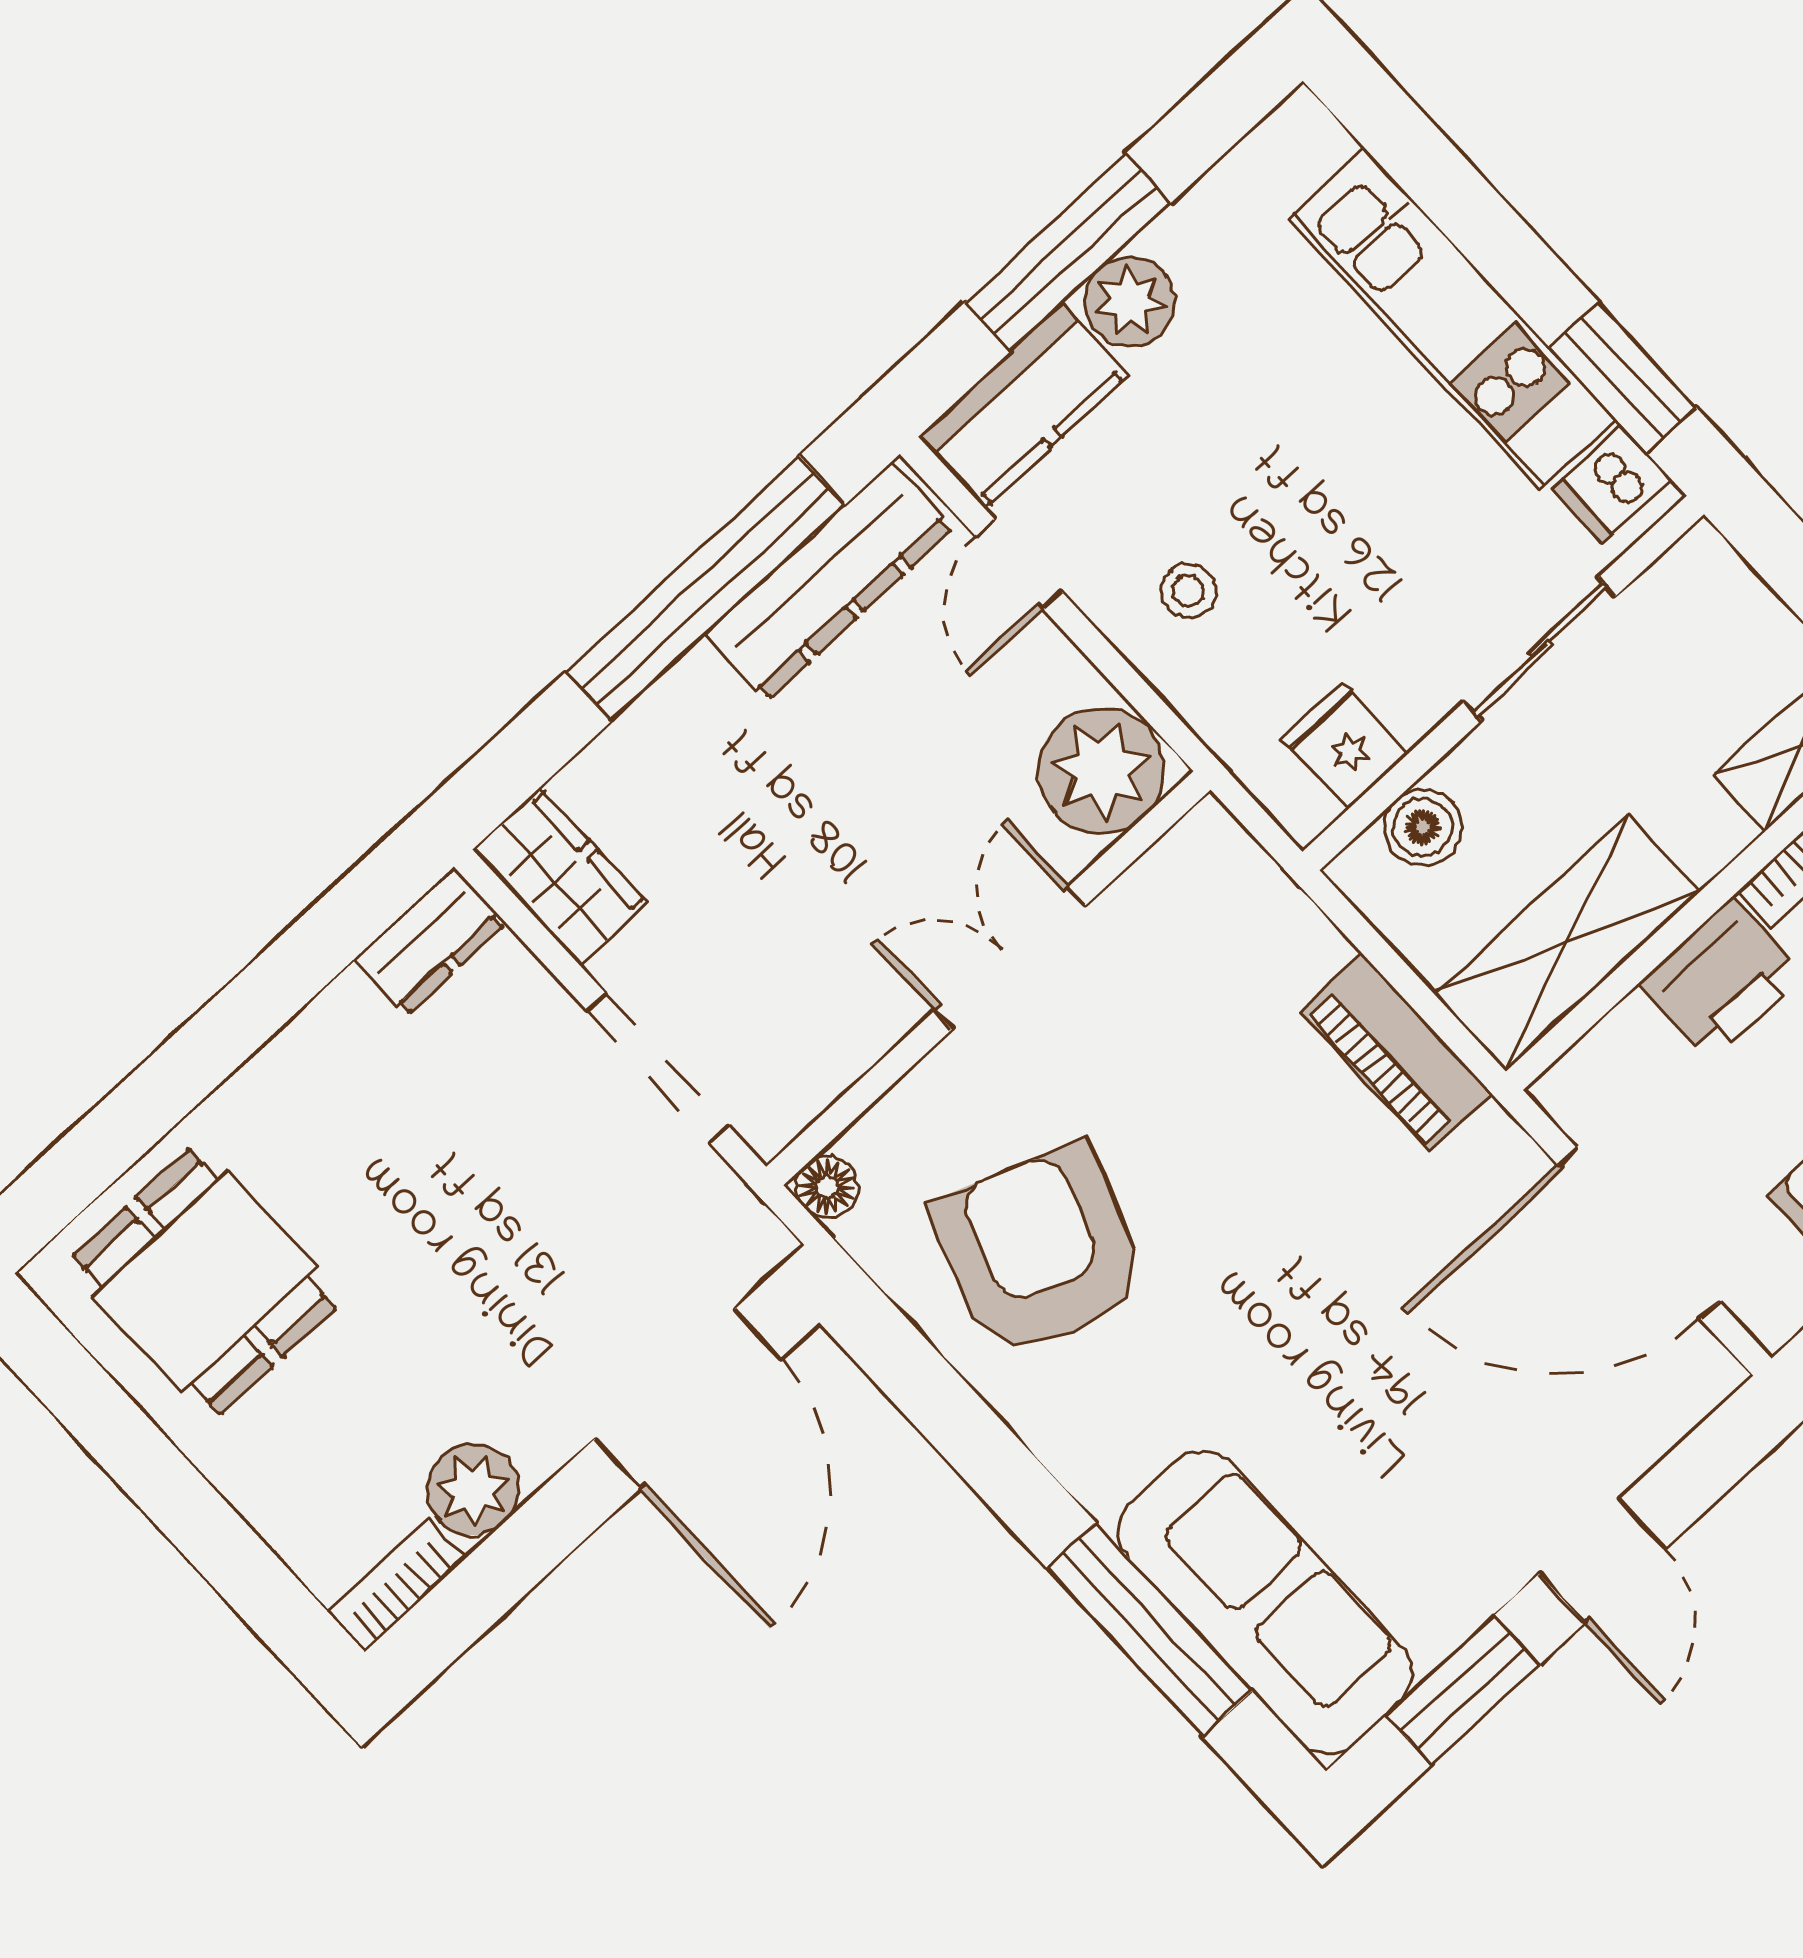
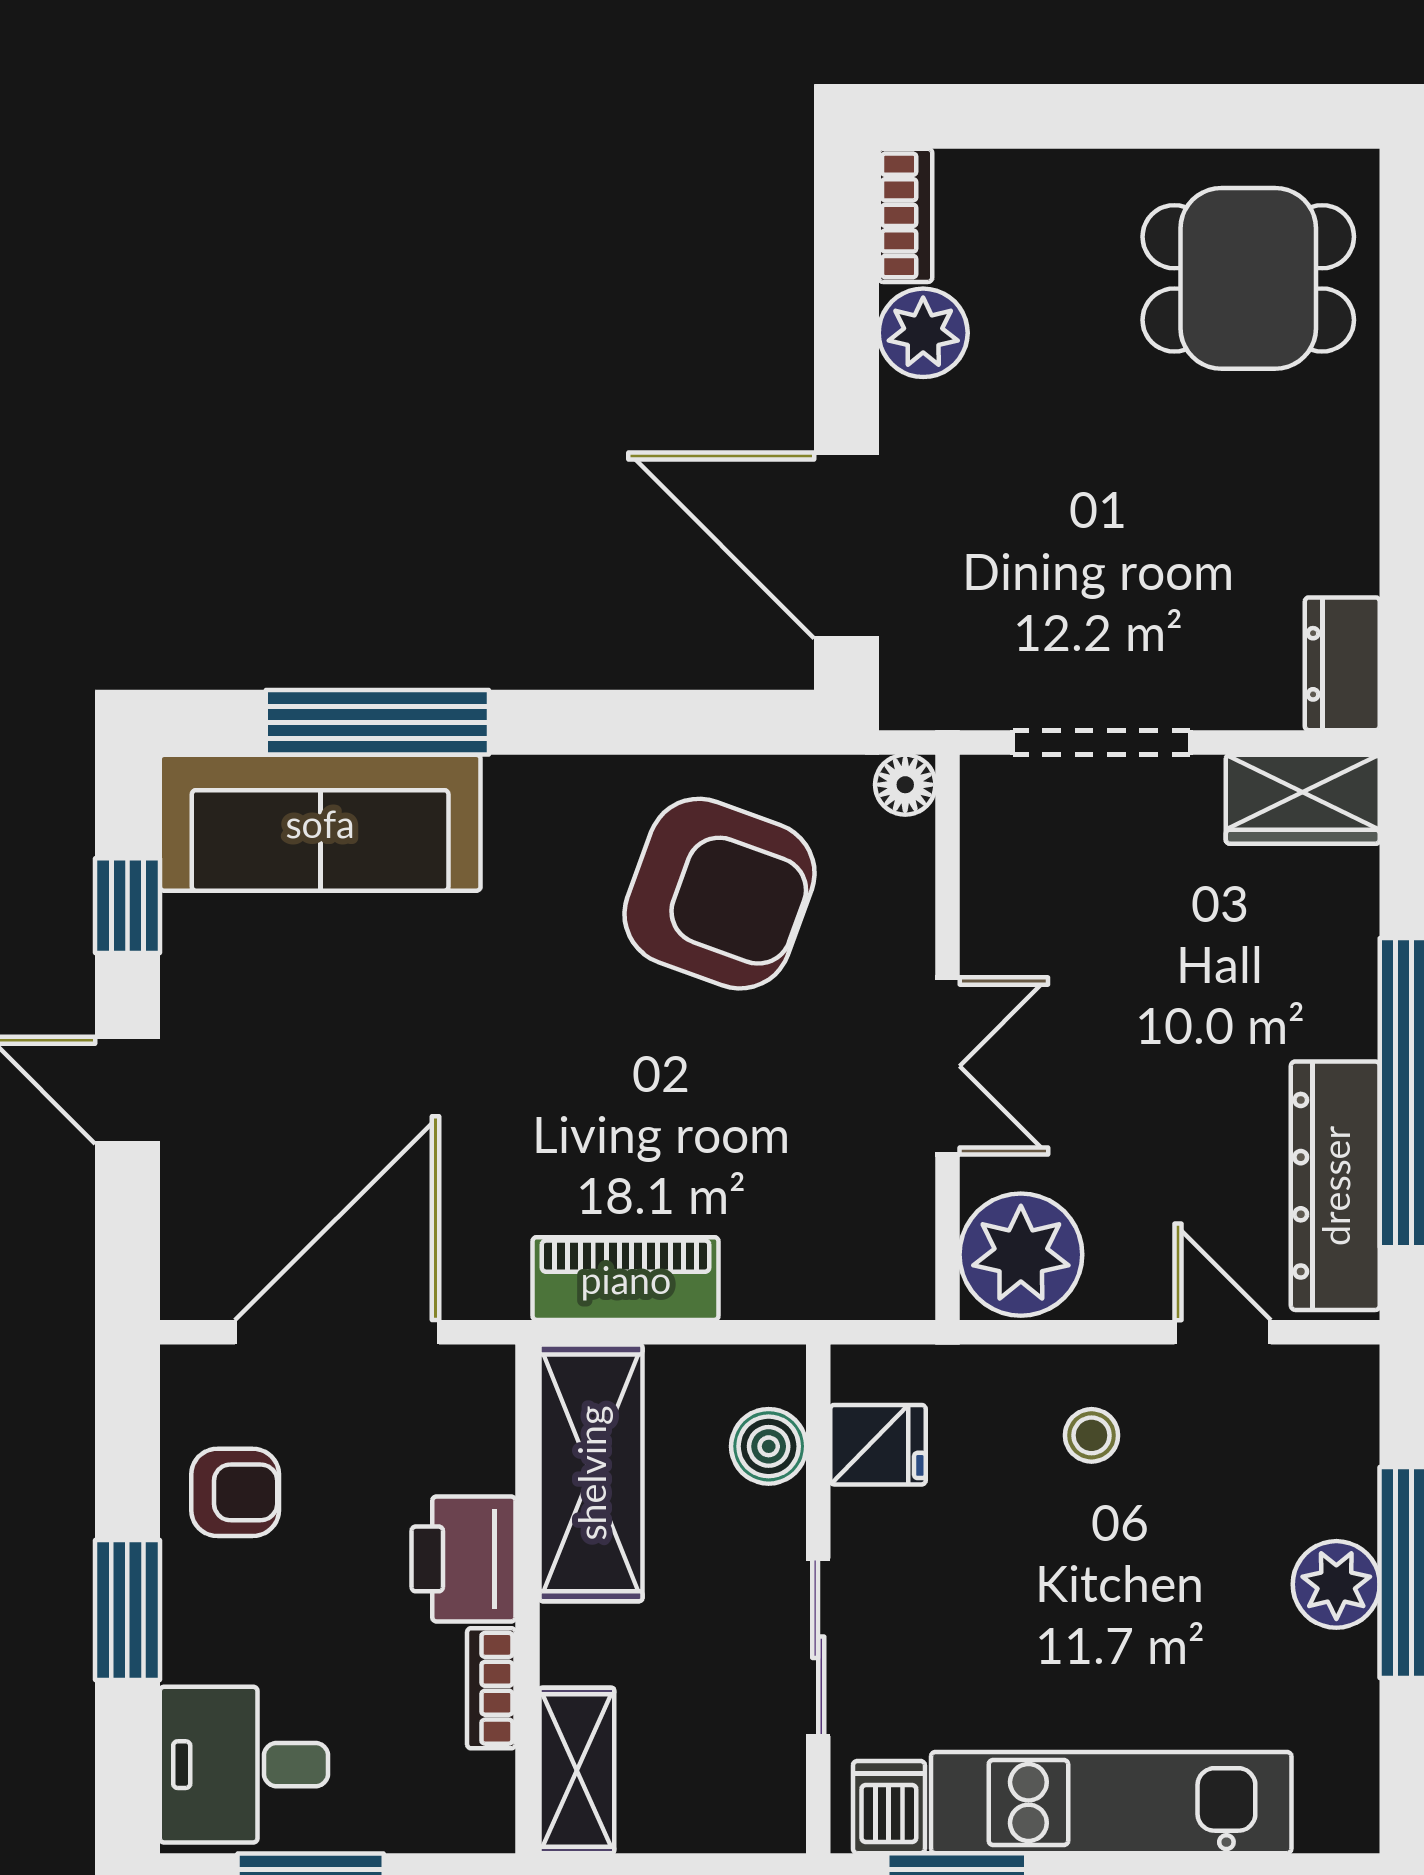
kitchen counter: (1023, 406) -> (1332, 1439), removed
window: (1463, 1690) -> (127, 906), width x0.67

